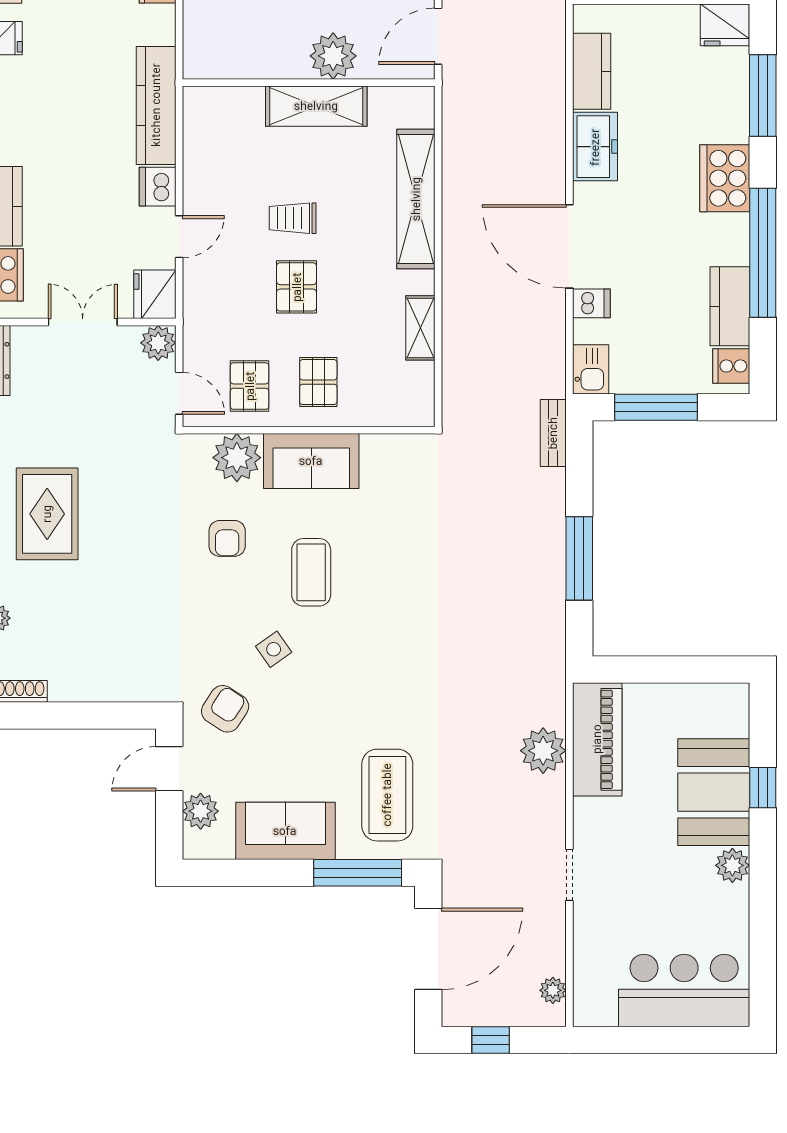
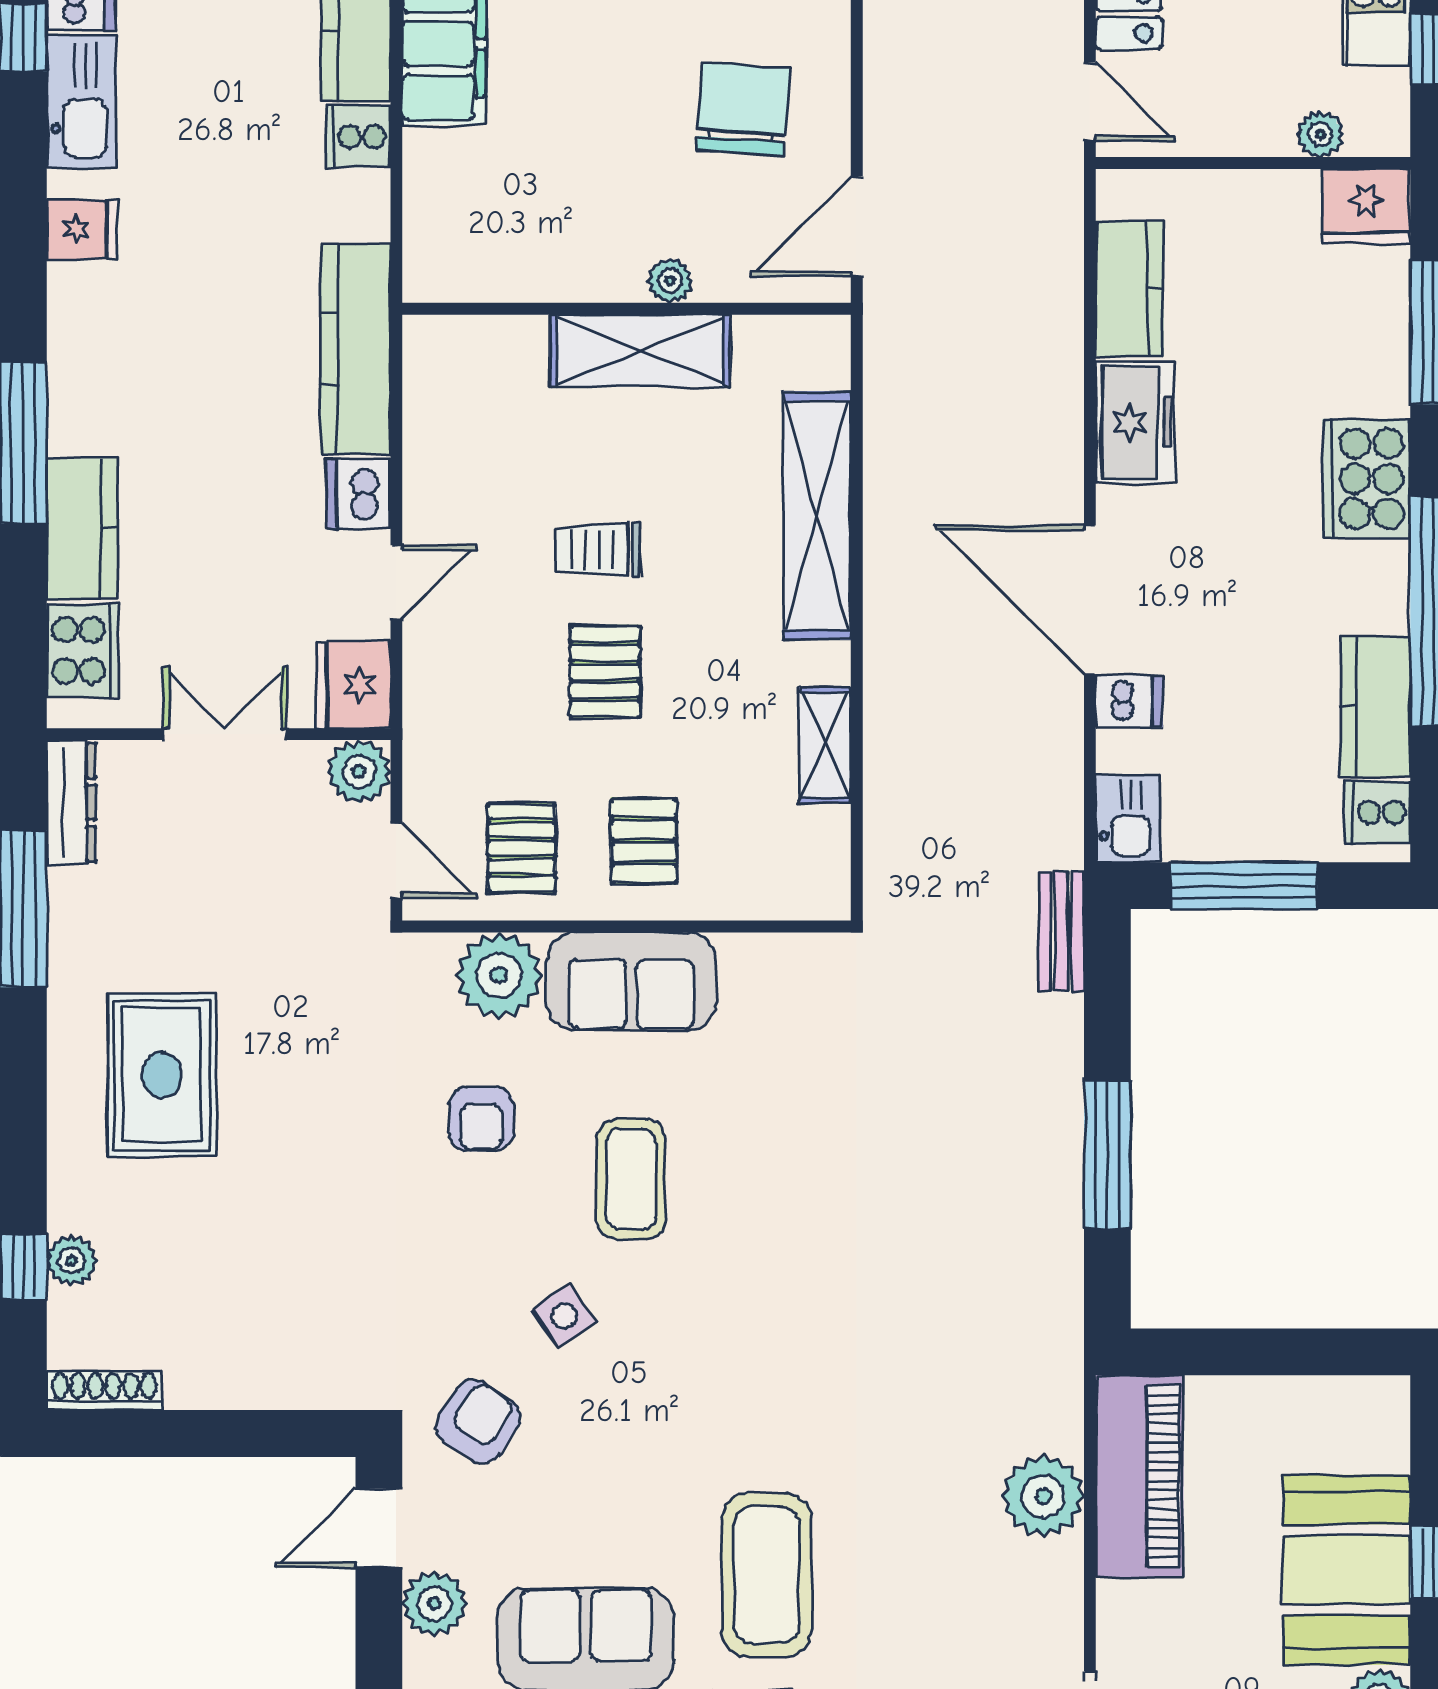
plant: (333, 56) -> (670, 281), width x0.53, depth x0.53

